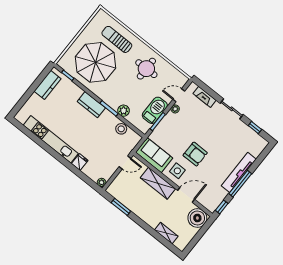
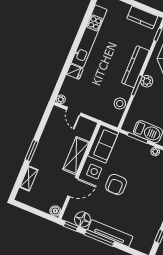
kitchen counter: (91, 105) -> (135, 67), width x1.50
plant: (124, 111) -> (147, 81), moved
door: (125, 162) -> (74, 111), moved
floor lamp: (219, 194) -> (82, 219), added
door: (186, 195) -> (73, 187), hinge flipped
window: (121, 207) -> (32, 151), moved
boiler: (197, 218) -> (55, 211), width x0.54, depth x0.54

